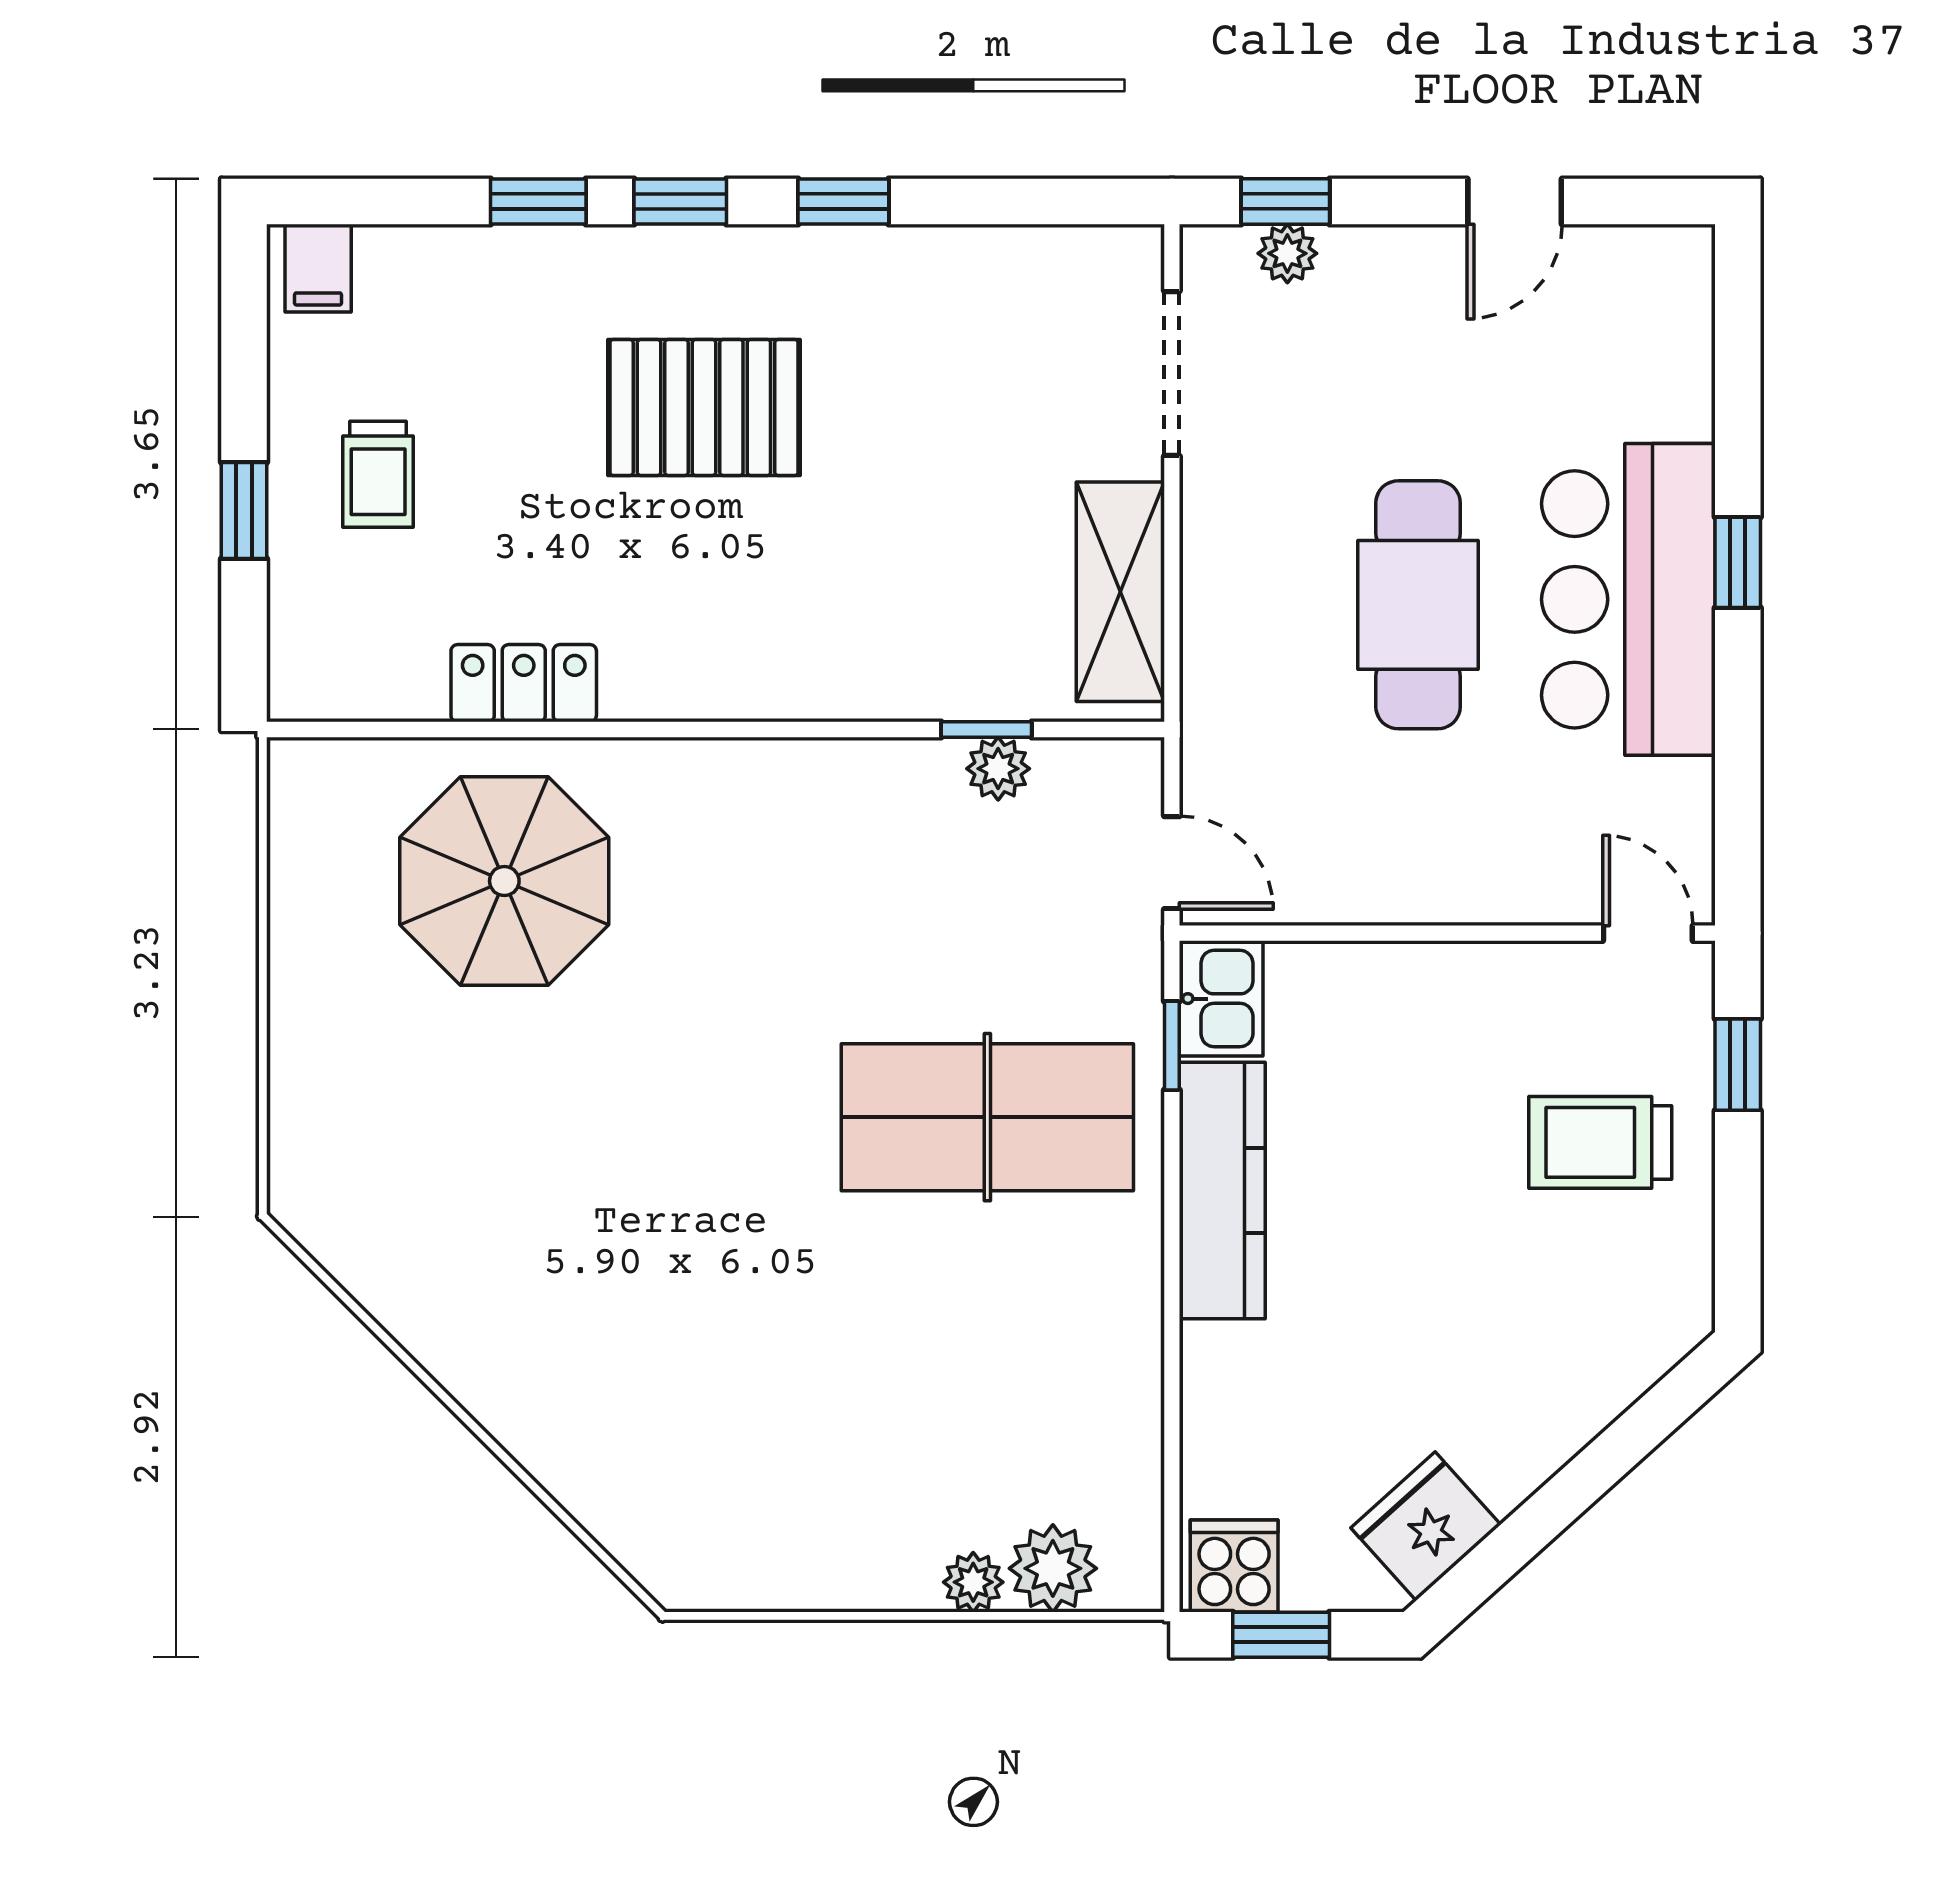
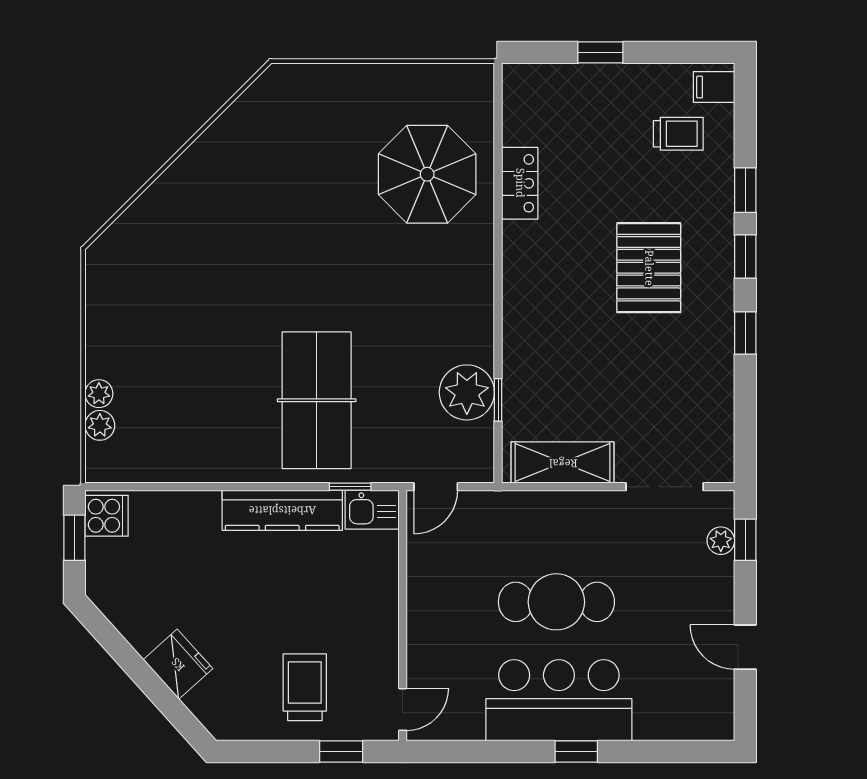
trolley: (378, 474) -> (678, 134), moved, turned 180
plant: (998, 769) -> (467, 392), width x1.87, depth x1.87
fridge: (1426, 1526) -> (178, 664), moved
plant: (1053, 1568) -> (100, 425), width x0.73, depth x0.73

